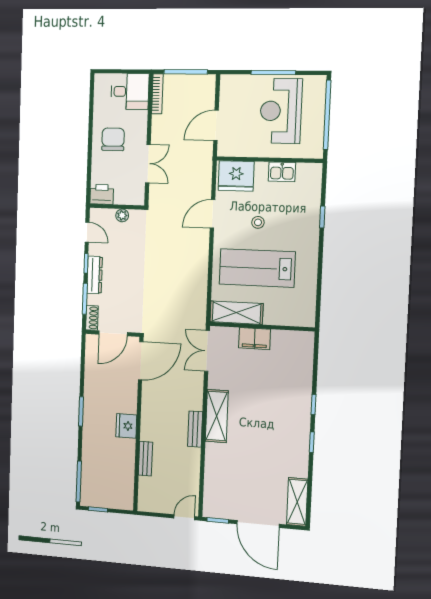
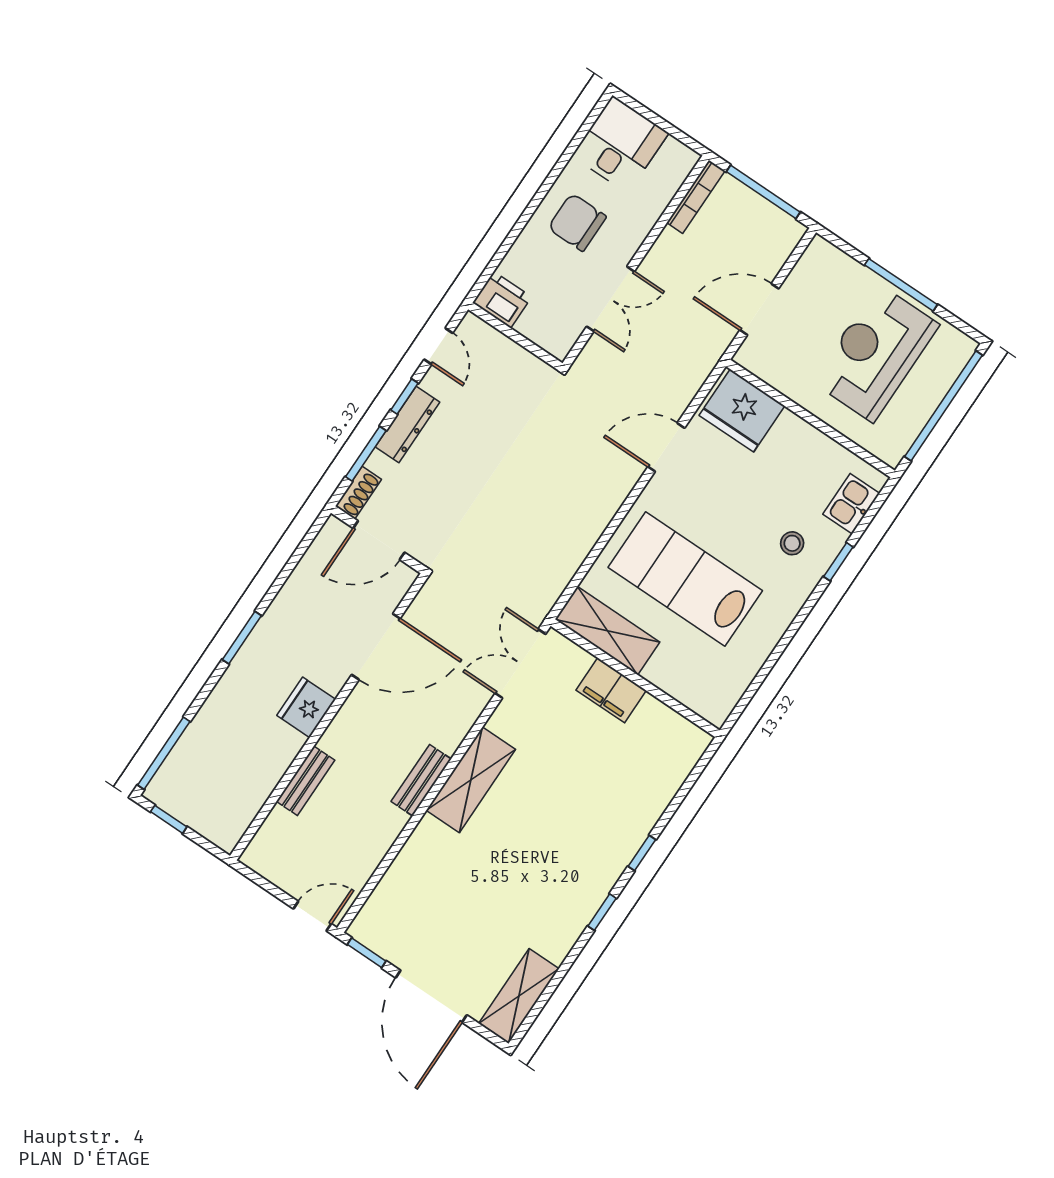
desk: (130, 91) -> (620, 144), moved, turned -90
chair: (113, 139) -> (577, 222), turned -90
kitchen sink: (282, 172) -> (851, 504), moved, turned 90
plant: (122, 215) -> (515, 356), removed
stool: (258, 222) -> (792, 543), moved
door: (141, 361) -> (376, 647), moved

